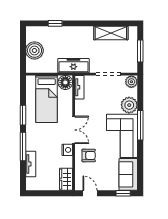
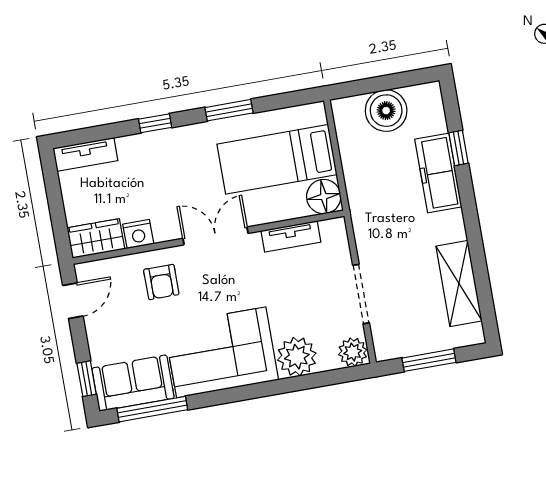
freezer: (73, 66) -> (438, 173), moved, turned 180
tv unit: (79, 87) -> (291, 236), moved
window: (140, 125) -> (152, 409), moved
double door: (74, 130) -> (215, 236), swing flipped
window: (23, 146) -> (155, 123), width x0.46
nightstand: (67, 150) -> (138, 234), moved
tv unit: (31, 164) -> (85, 154), moved

